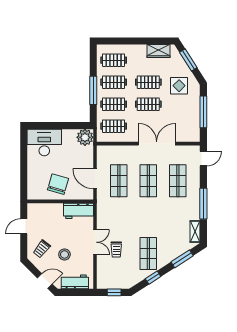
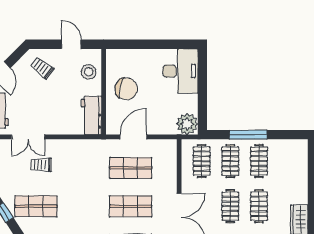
clothes rail: (114, 60) -> (288, 161), removed
double door: (95, 242) -> (28, 137), moved
stool: (64, 254) -> (89, 72), moved

